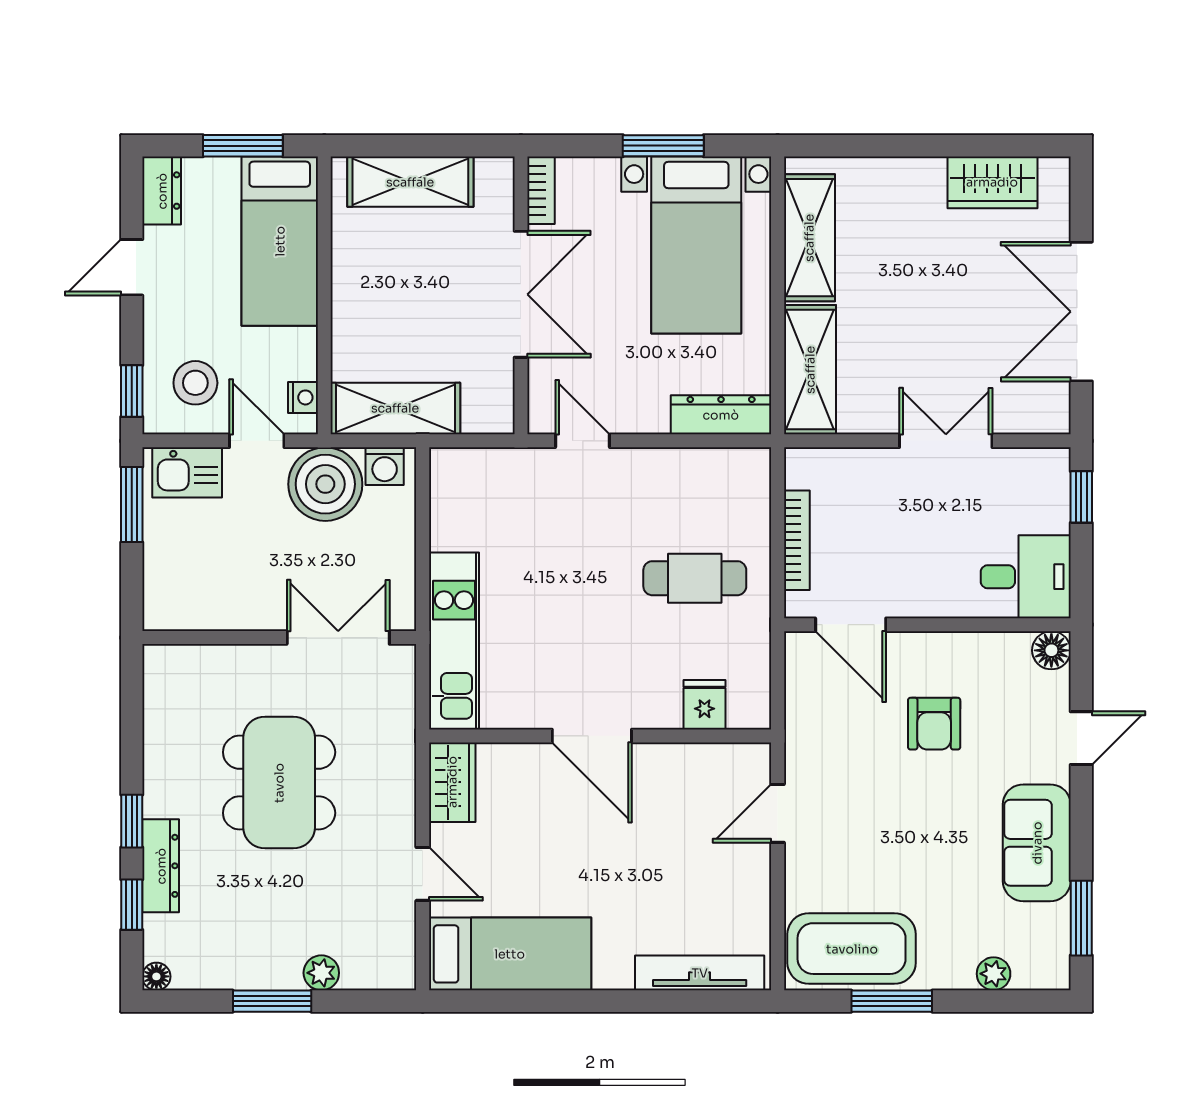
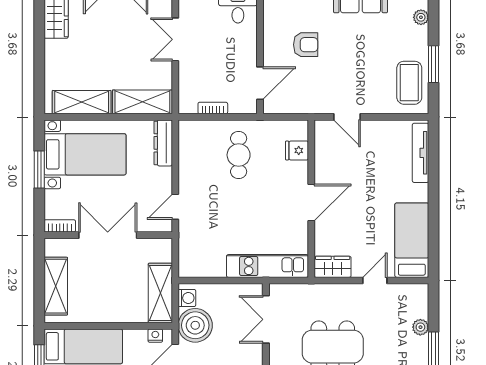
bookcase: (797, 540) -> (213, 108), width x0.64
coffee table: (852, 949) -> (409, 83), width x0.73, depth x0.76

